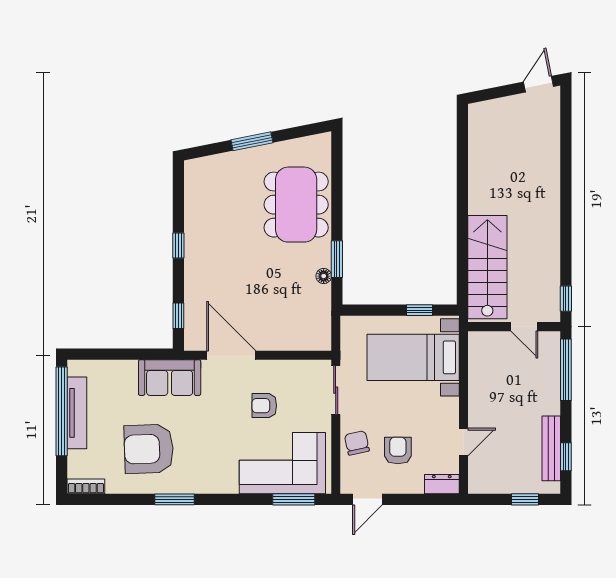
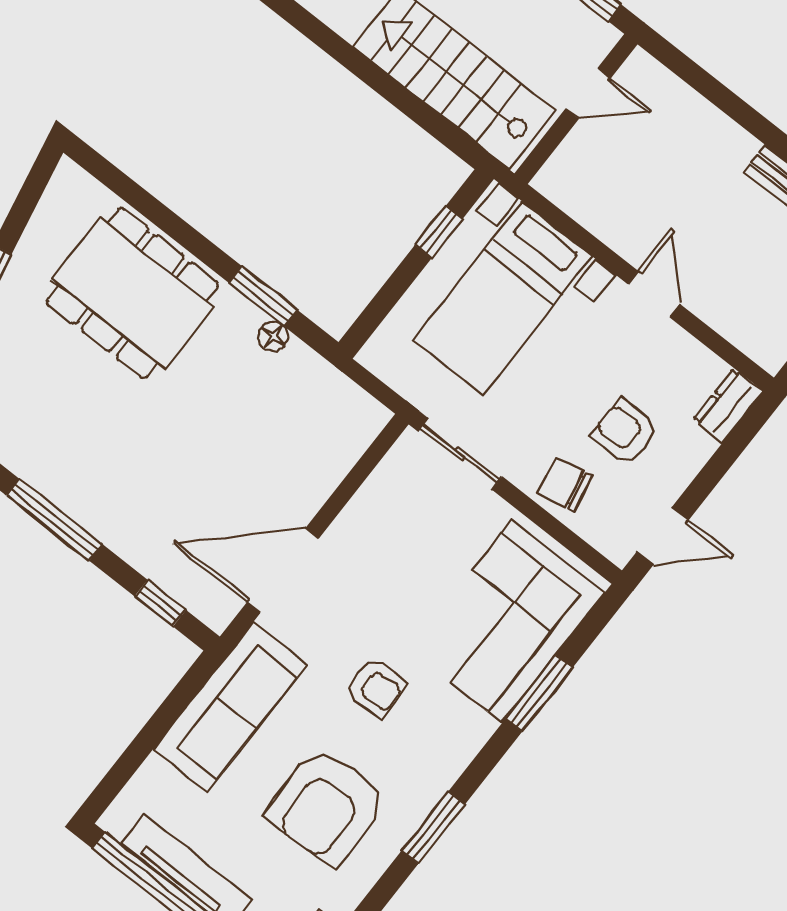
window: (178, 246) -> (54, 520), width x2.17
window: (566, 370) -> (703, 82), removed
sofa: (170, 378) -> (230, 707), width x1.36
armchair: (264, 406) -> (376, 687), moved, turned -92
door: (463, 442) -> (654, 294), moved
window: (294, 499) -> (539, 693), moved
door: (367, 499) -> (663, 536), hinge flipped

